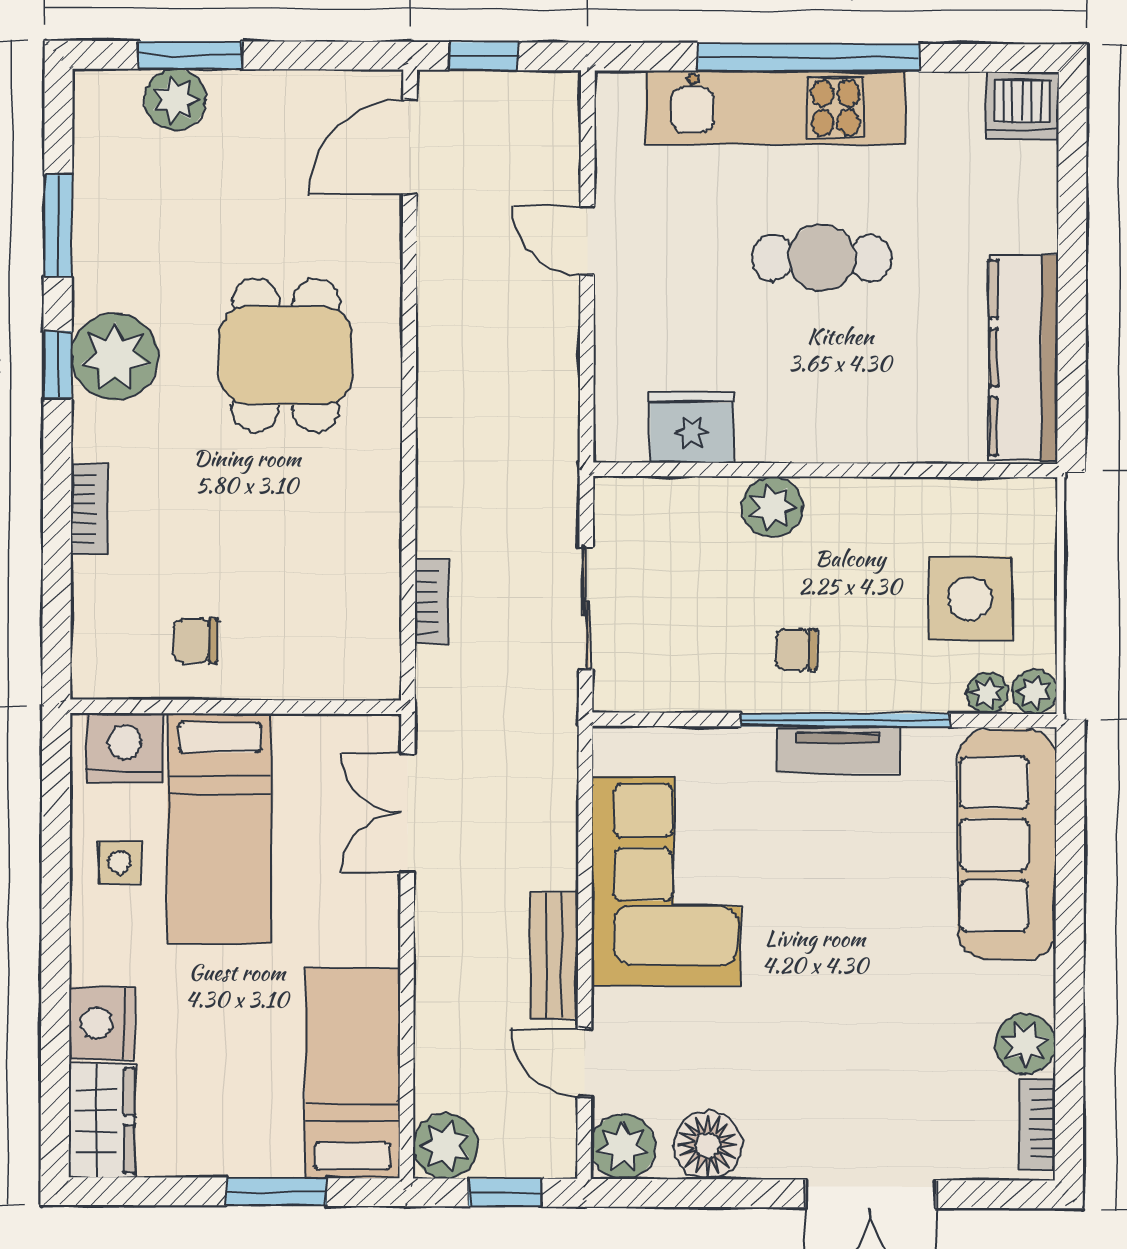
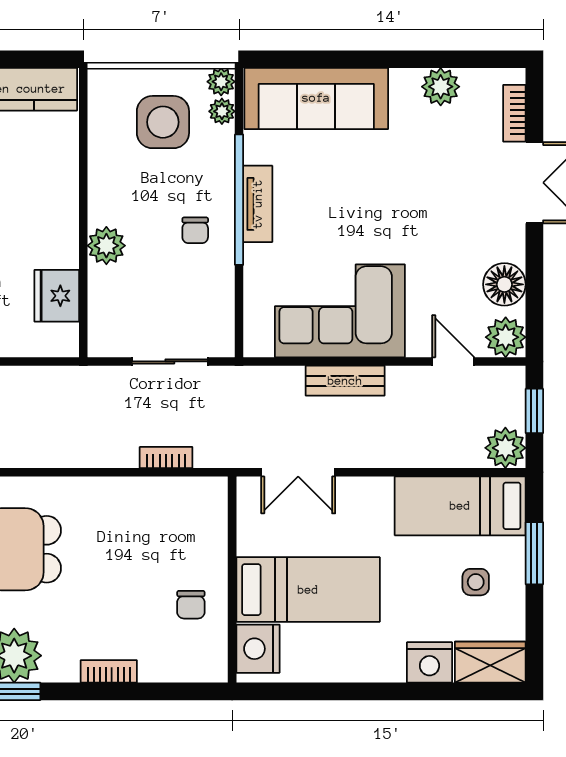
side table: (120, 862) -> (476, 582), moved
bench: (554, 956) -> (345, 381), moved
door: (584, 1063) -> (453, 361), swing flipped
bookcase: (1037, 1124) -> (514, 113), moved, turned 90

